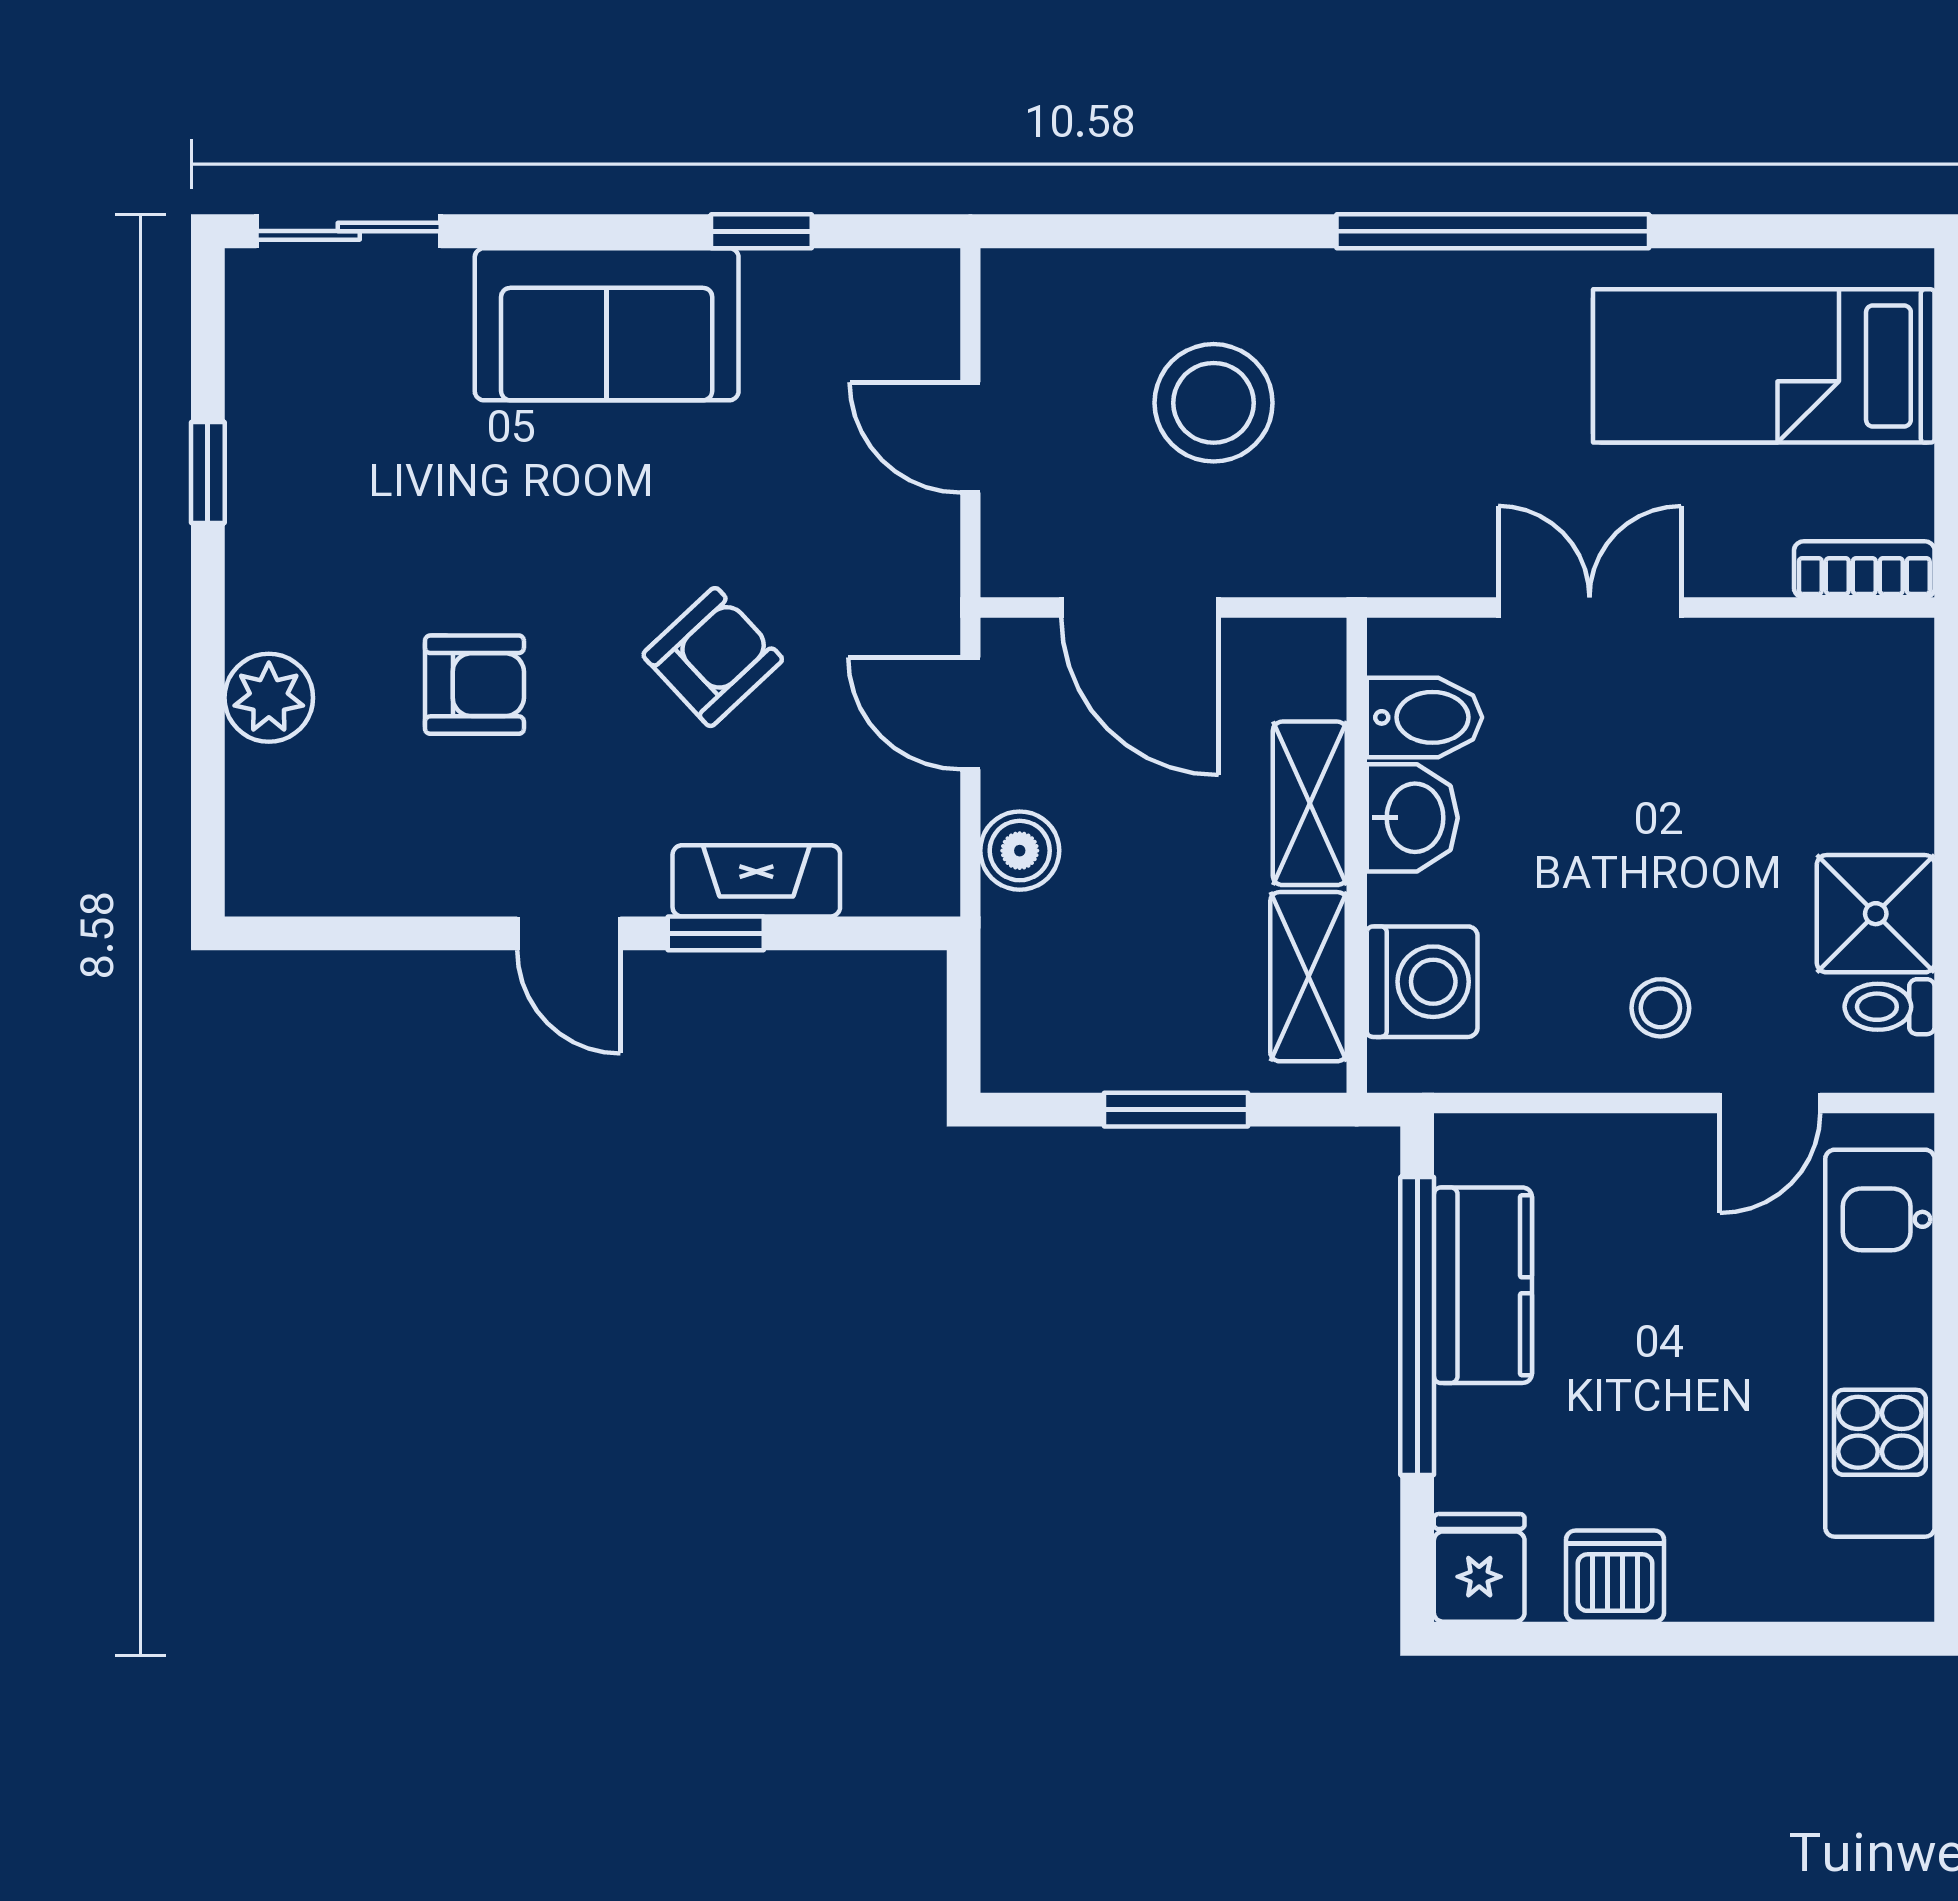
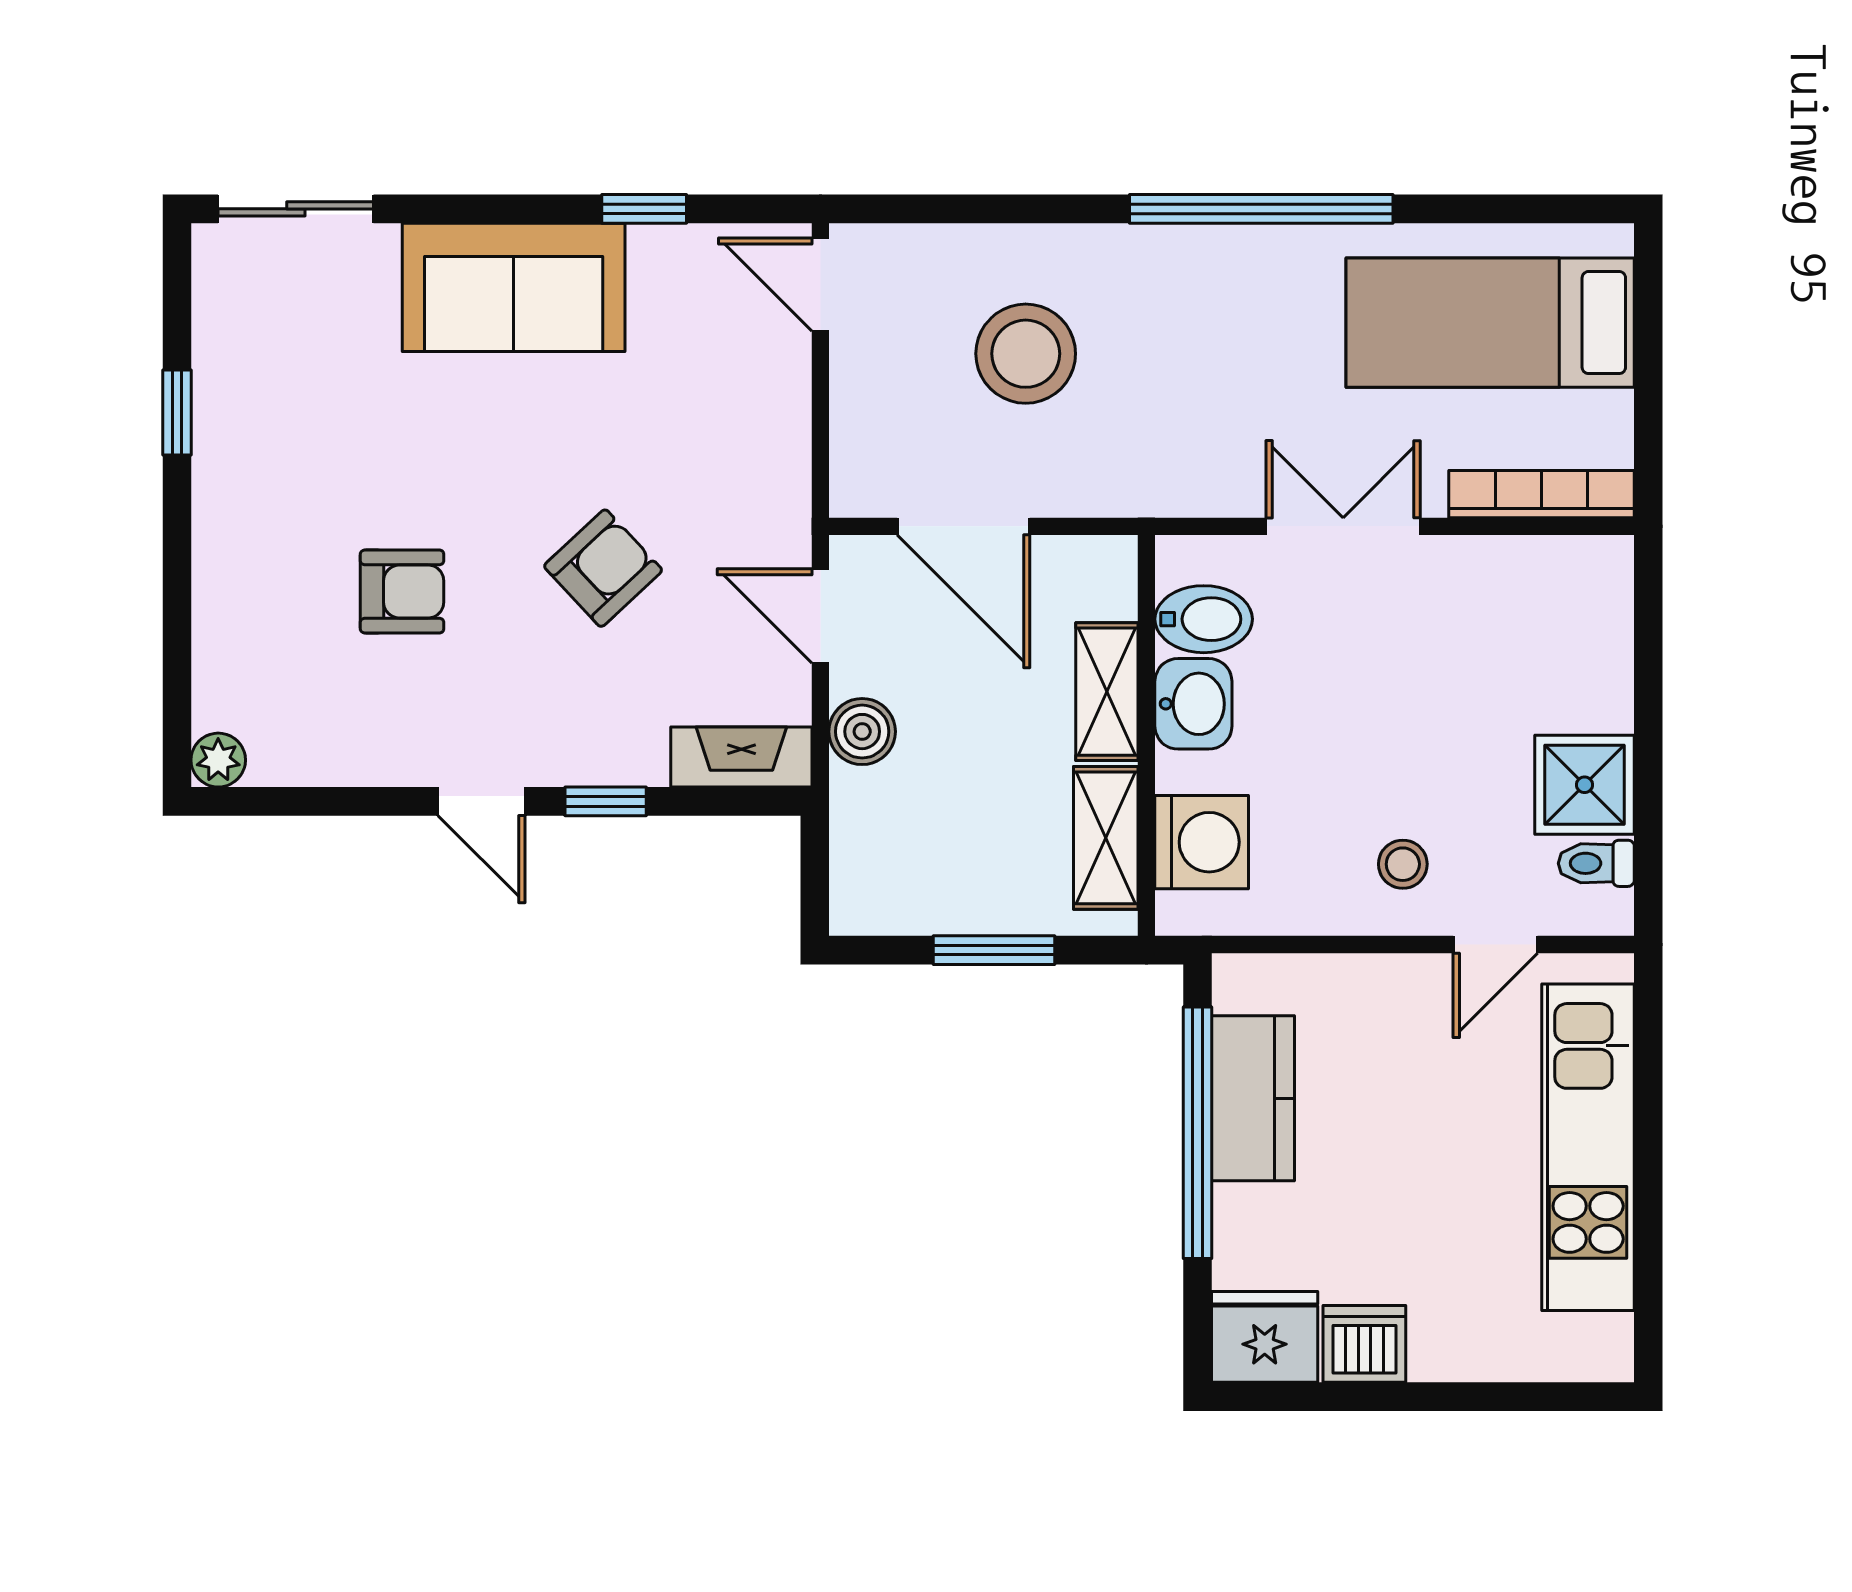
door: (970, 437) -> (820, 285), moved
bookcase: (1864, 569) -> (1542, 494), width x1.56
plant: (269, 698) -> (218, 760), moved, width x0.73, depth x0.73
fireplace: (756, 881) -> (741, 757), moved
fridge: (1479, 1568) -> (1265, 1337), width x1.38

